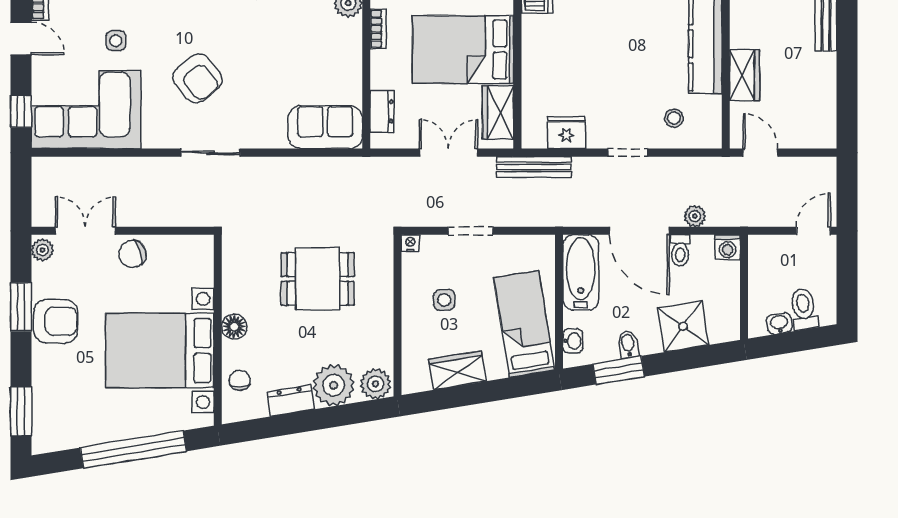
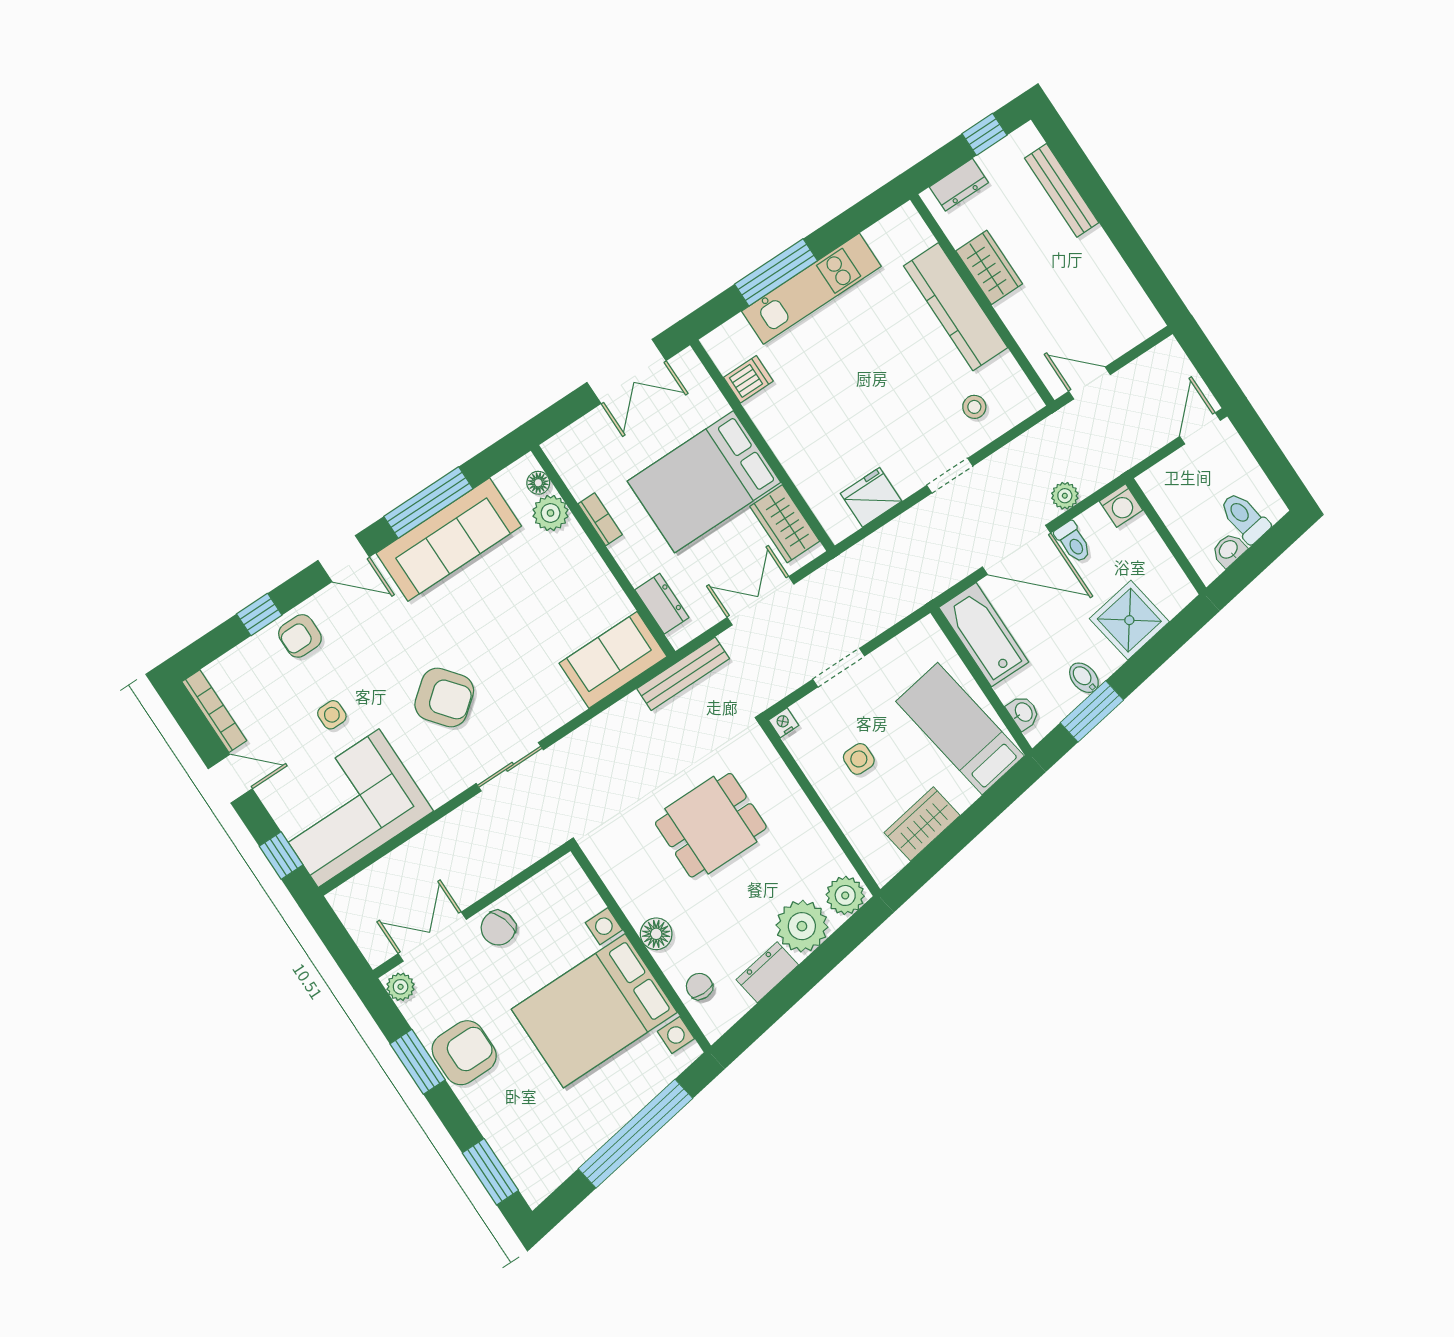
wardrobe: (745, 75) -> (989, 267), moved
bench: (534, 167) -> (683, 674), moved

